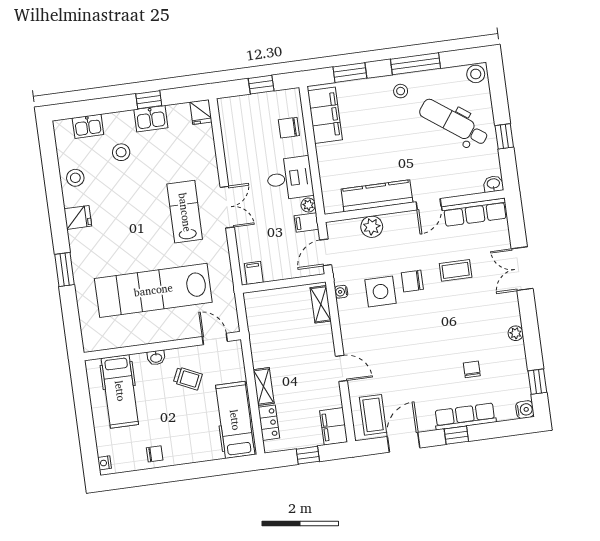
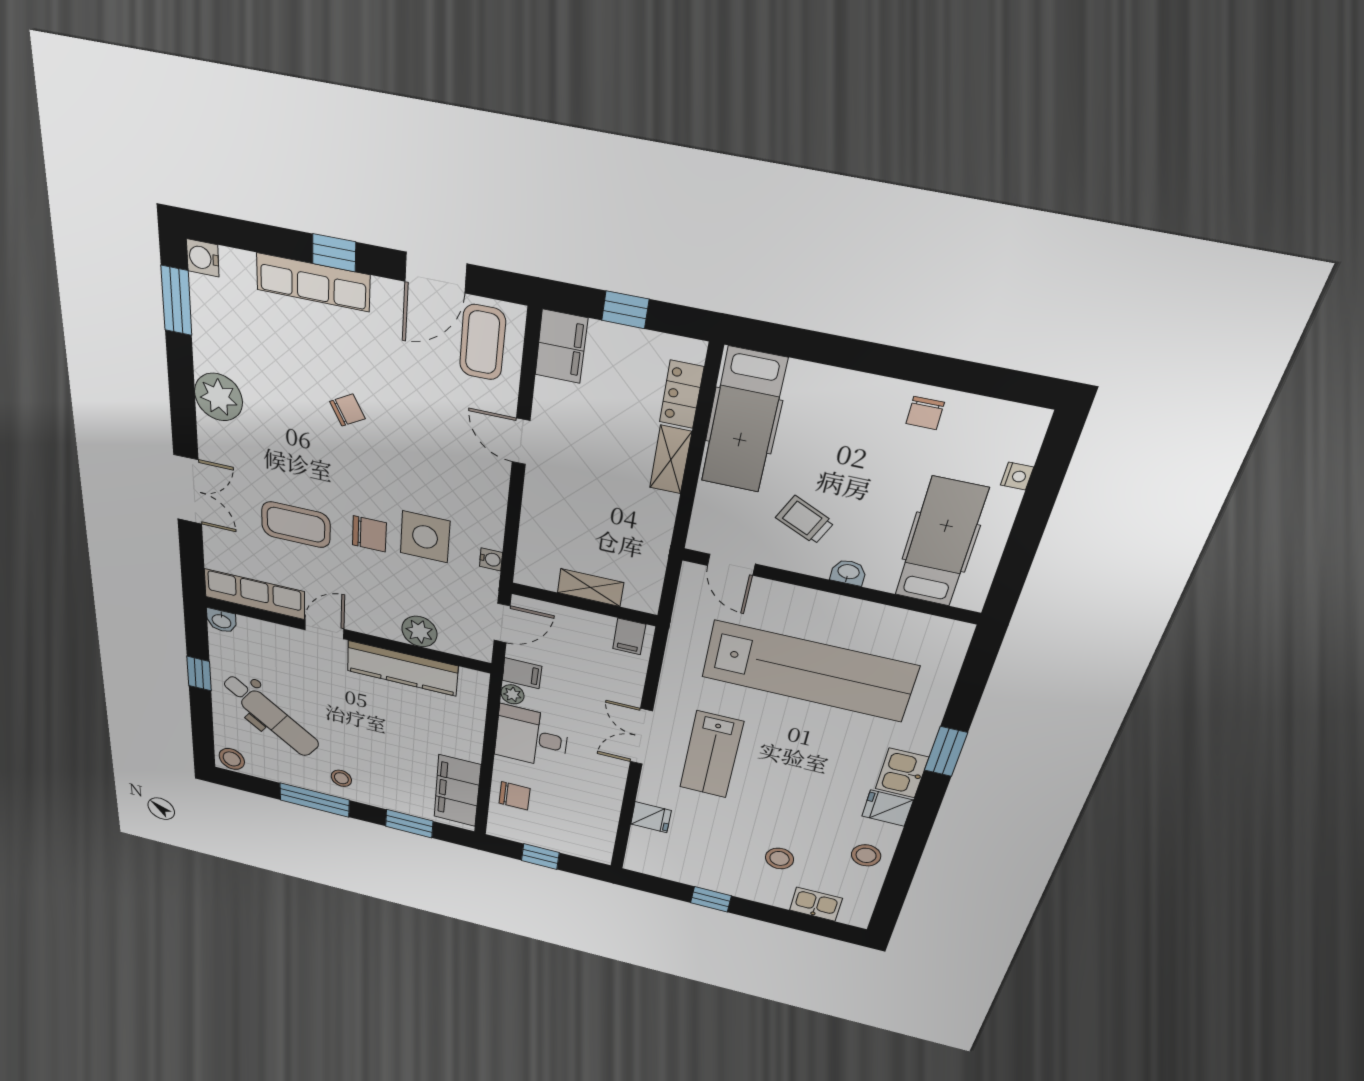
fridge: (201, 112) -> (651, 817), moved, turned 90
kitchen sink: (151, 119) -> (902, 773), moved, turned -90
coffee table: (456, 270) -> (296, 525), width x1.36, depth x1.30
shelving: (321, 304) -> (590, 588), moved, turned 90
plant: (516, 333) -> (218, 397), width x1.87, depth x1.87
chair: (472, 369) -> (347, 410), moved, turned -119
window: (537, 382) -> (176, 301), width x1.50
chair: (155, 454) -> (925, 413), turned -90
nightstand: (104, 463) -> (1017, 476), moved

